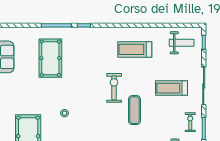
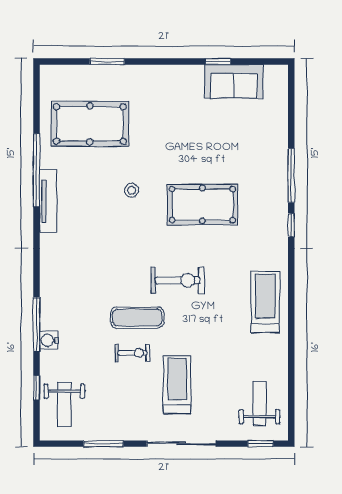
weight bench: (182, 43) -> (260, 403), turned 180
treadmill: (135, 49) -> (265, 302), moved
pool table: (50, 58) -> (202, 205), moved
exercise bike: (190, 122) -> (132, 353), moved

